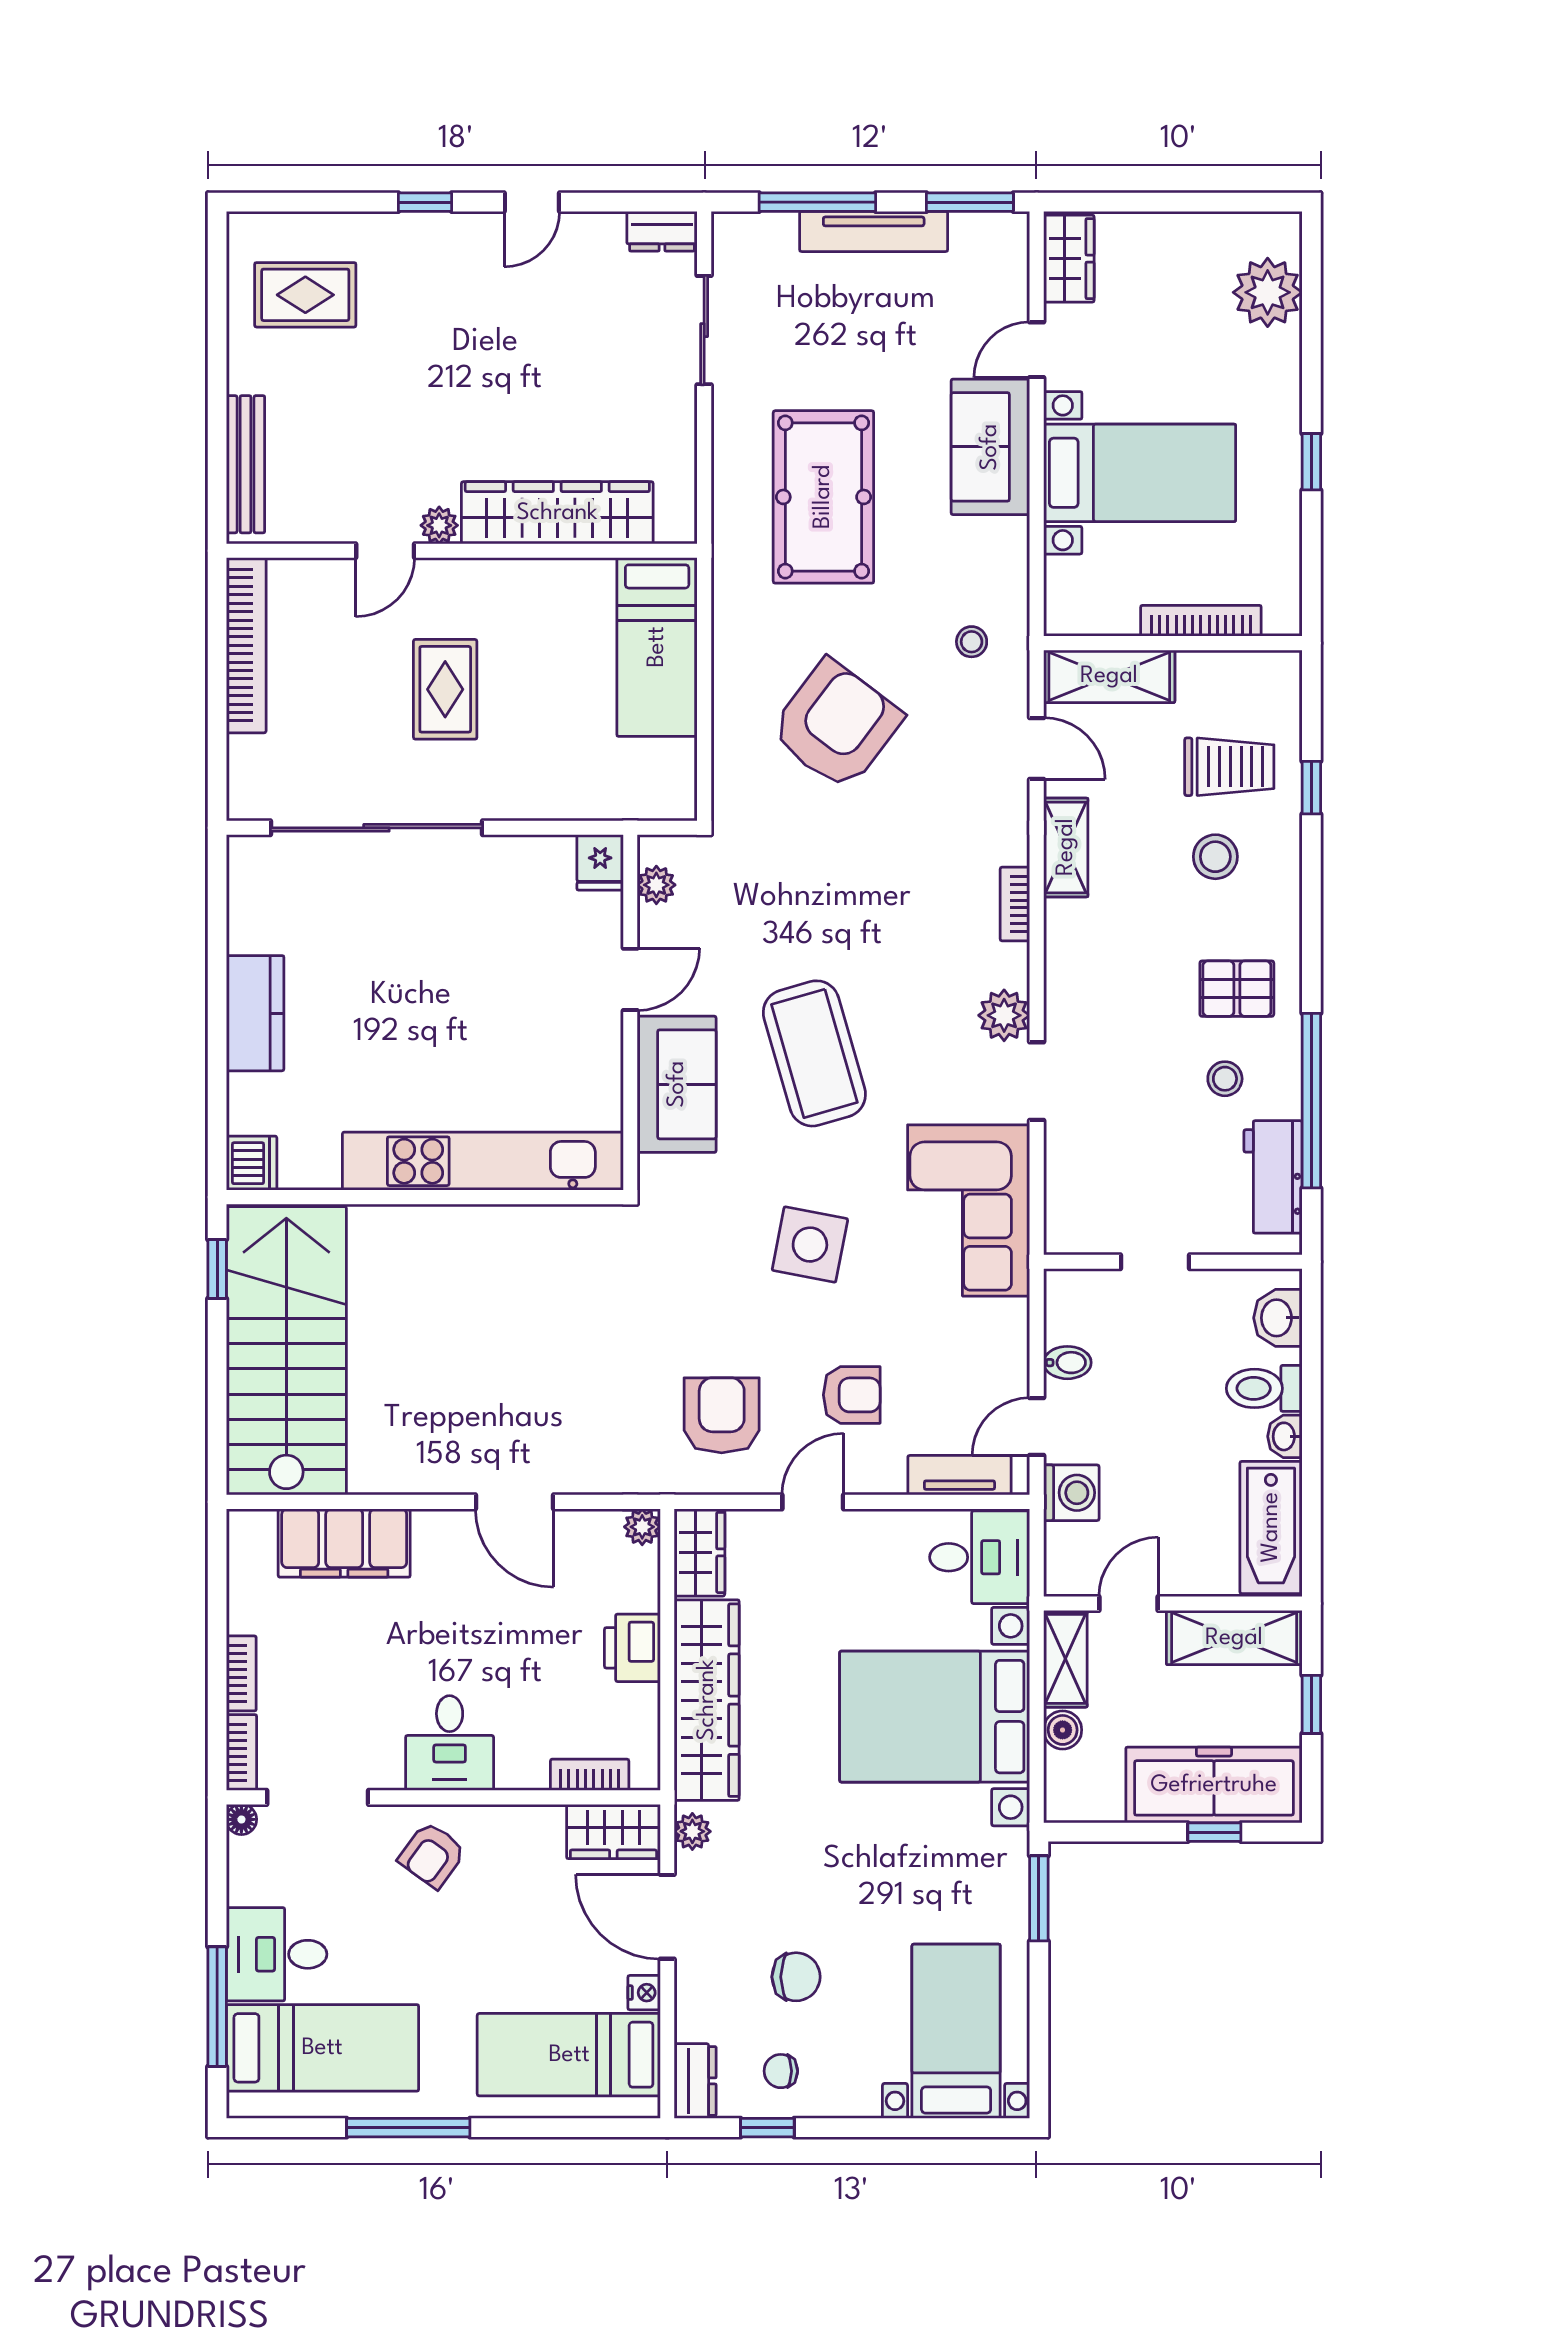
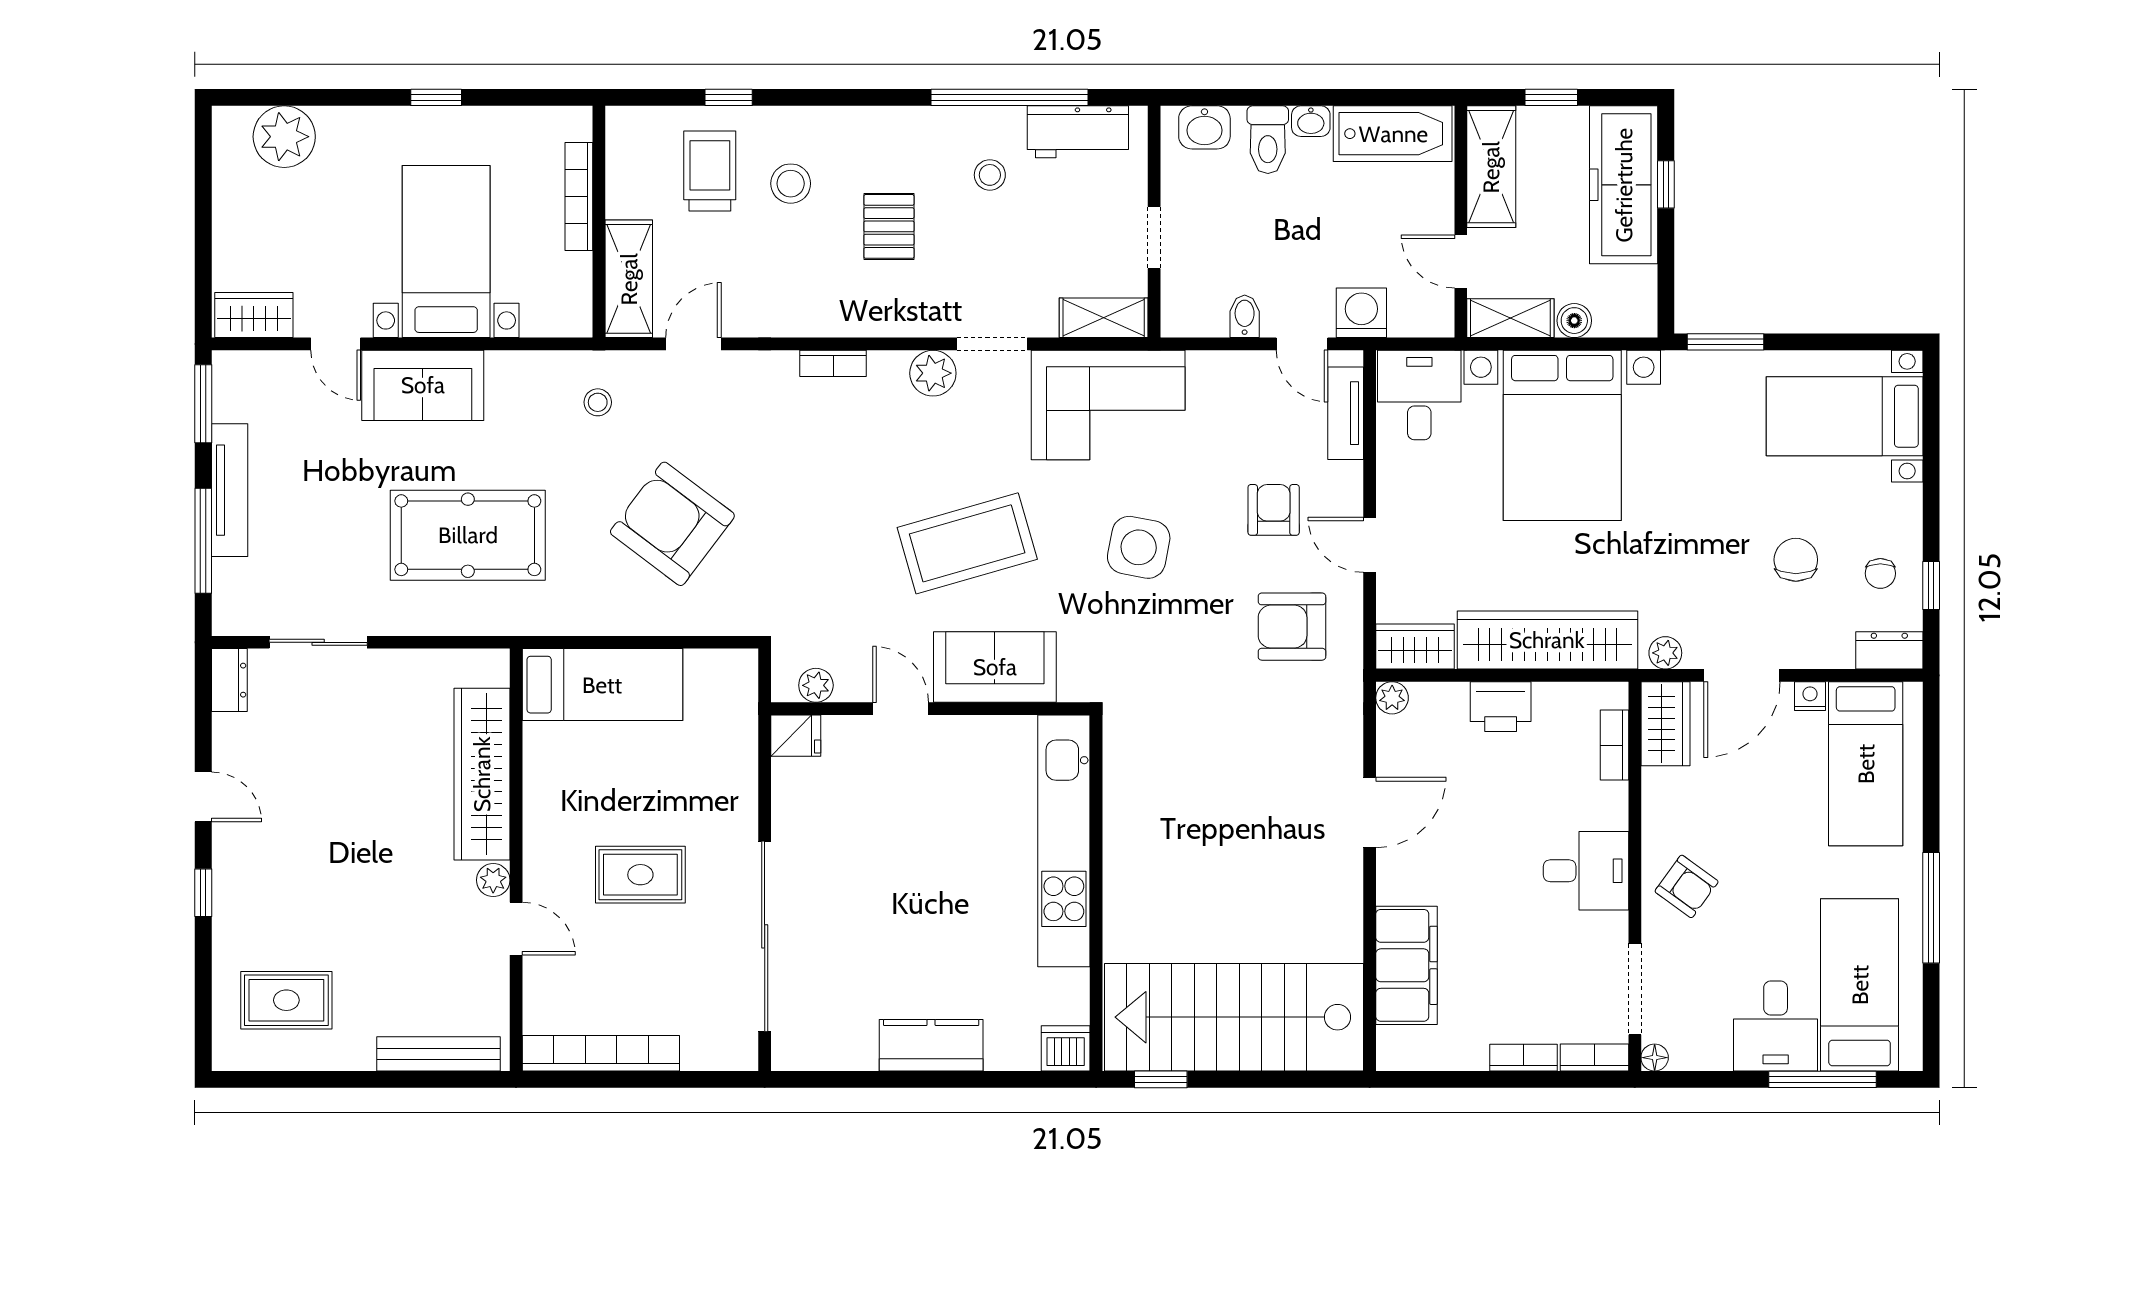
rug: (305, 295) -> (286, 1000), turned 90
shelving: (1066, 847) -> (1104, 318), moved
pallet: (1237, 989) -> (889, 226), moved

